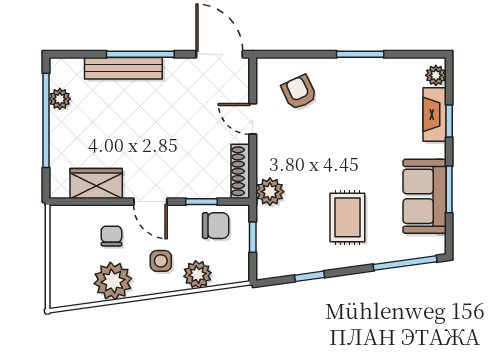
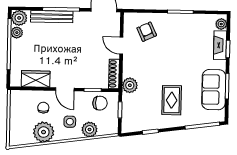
plant: (63, 72) -> (19, 18), added

